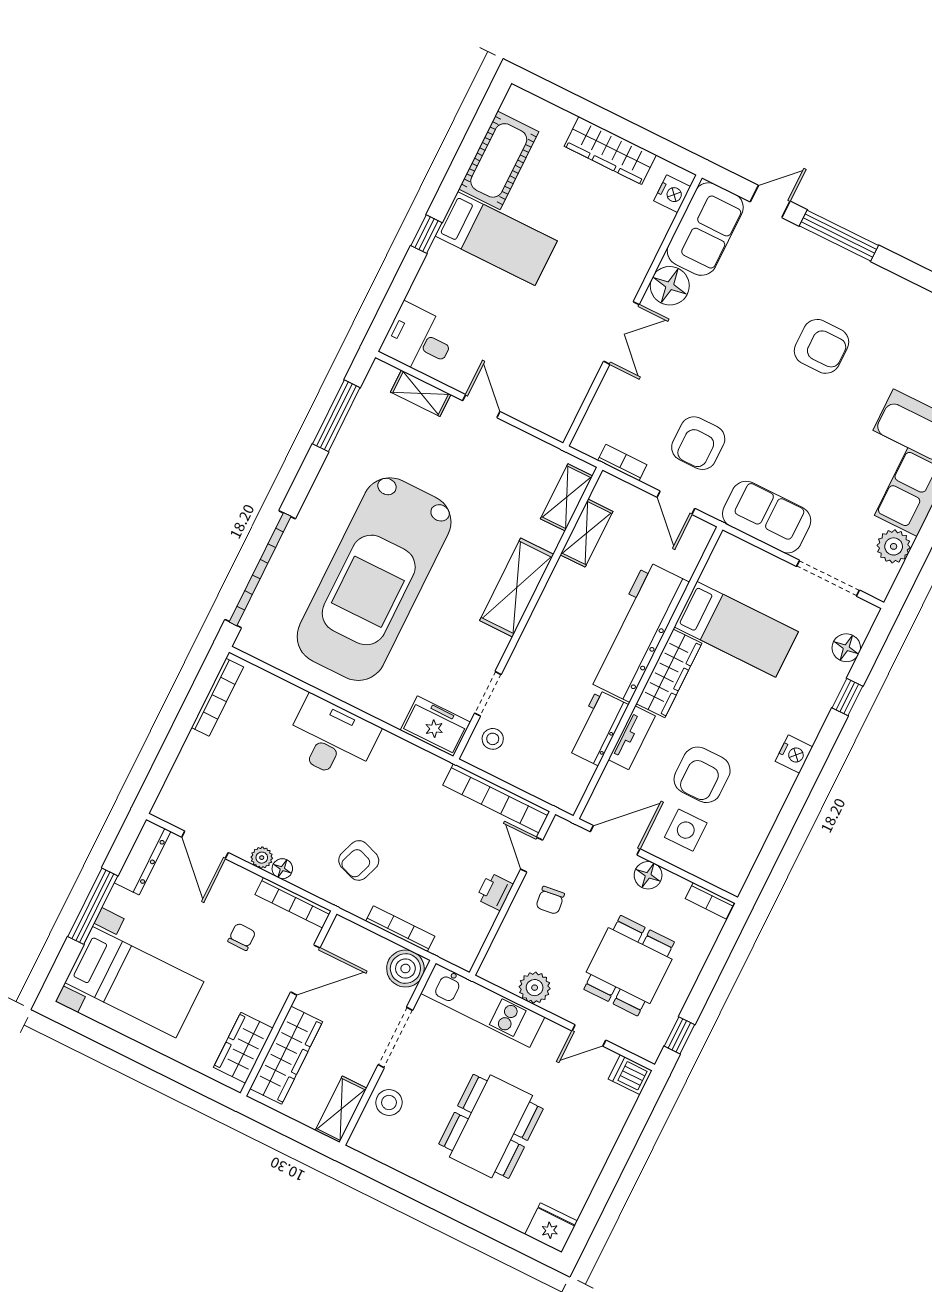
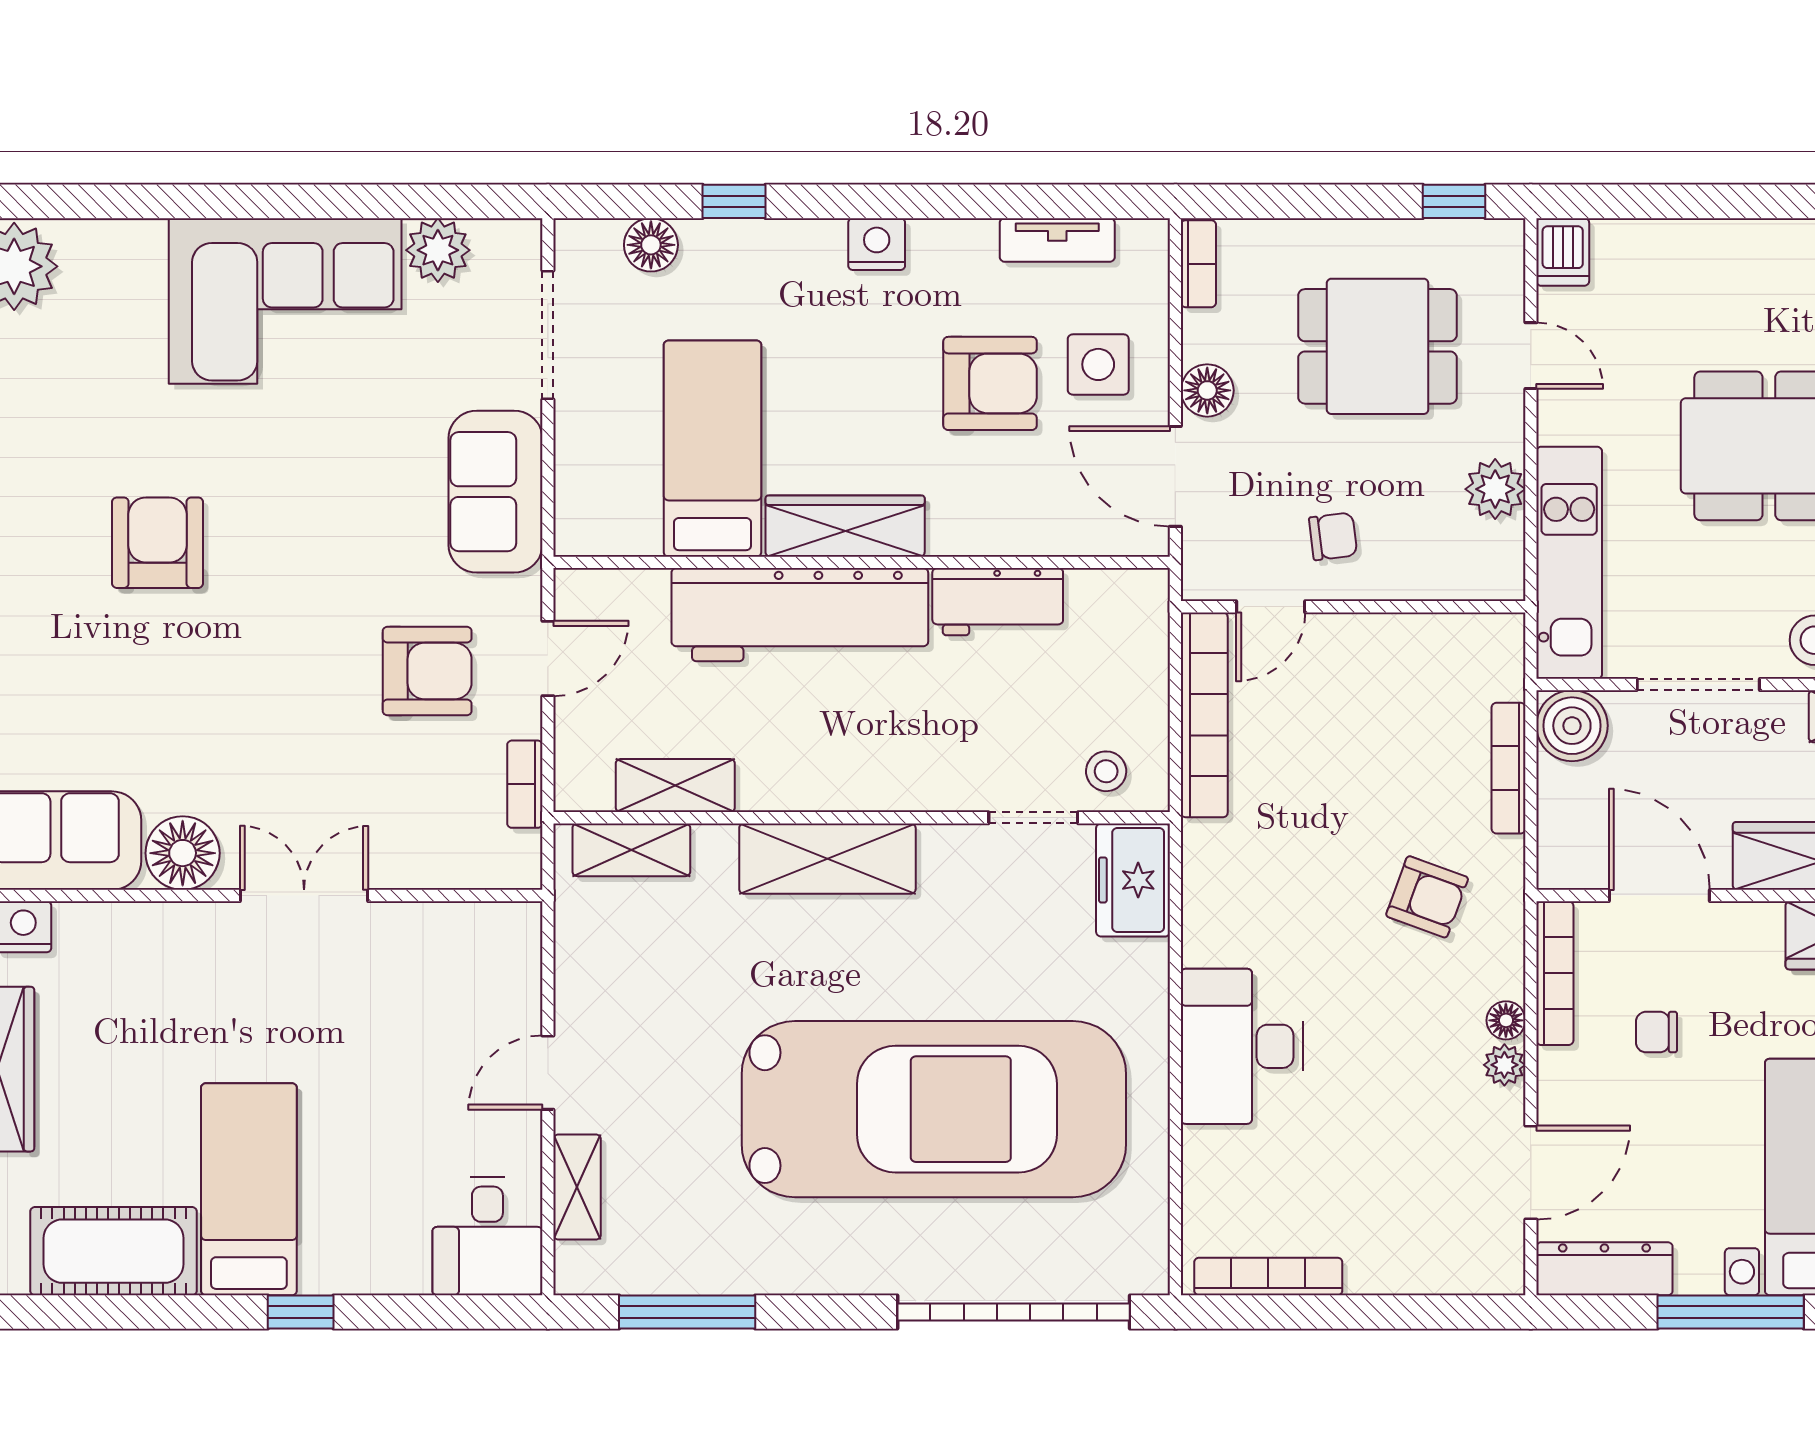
tv unit: (632, 738) -> (1057, 240), moved, turned 180
printer: (495, 892) -> (1365, 638), removed

